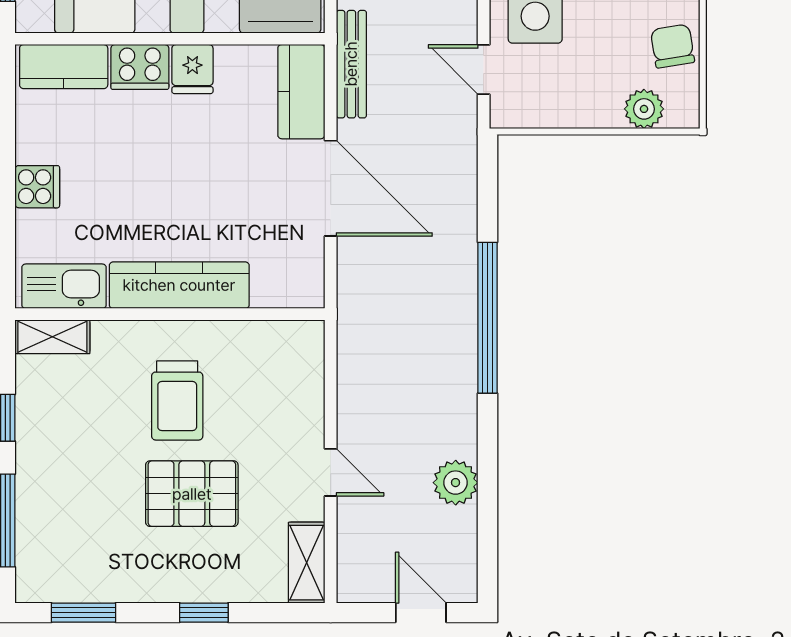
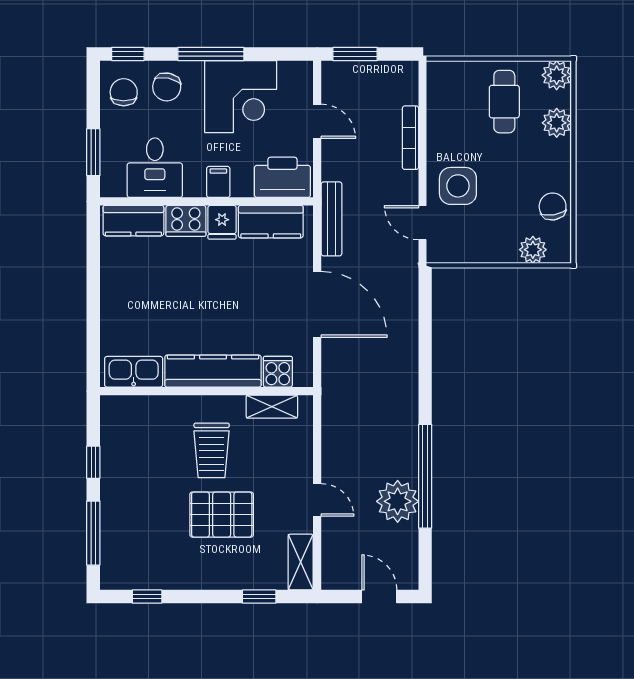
kitchen counter: (301, 92) -> (271, 222), moved, turned -90
cooker: (37, 187) -> (278, 372), moved, turned -90
window: (488, 318) -> (425, 476), moved
shelving: (52, 337) -> (272, 407), moved
plant: (456, 483) -> (398, 501), width x1.36, depth x1.36
window: (83, 613) -> (147, 596), width x0.67
window: (204, 613) -> (259, 596), moved

